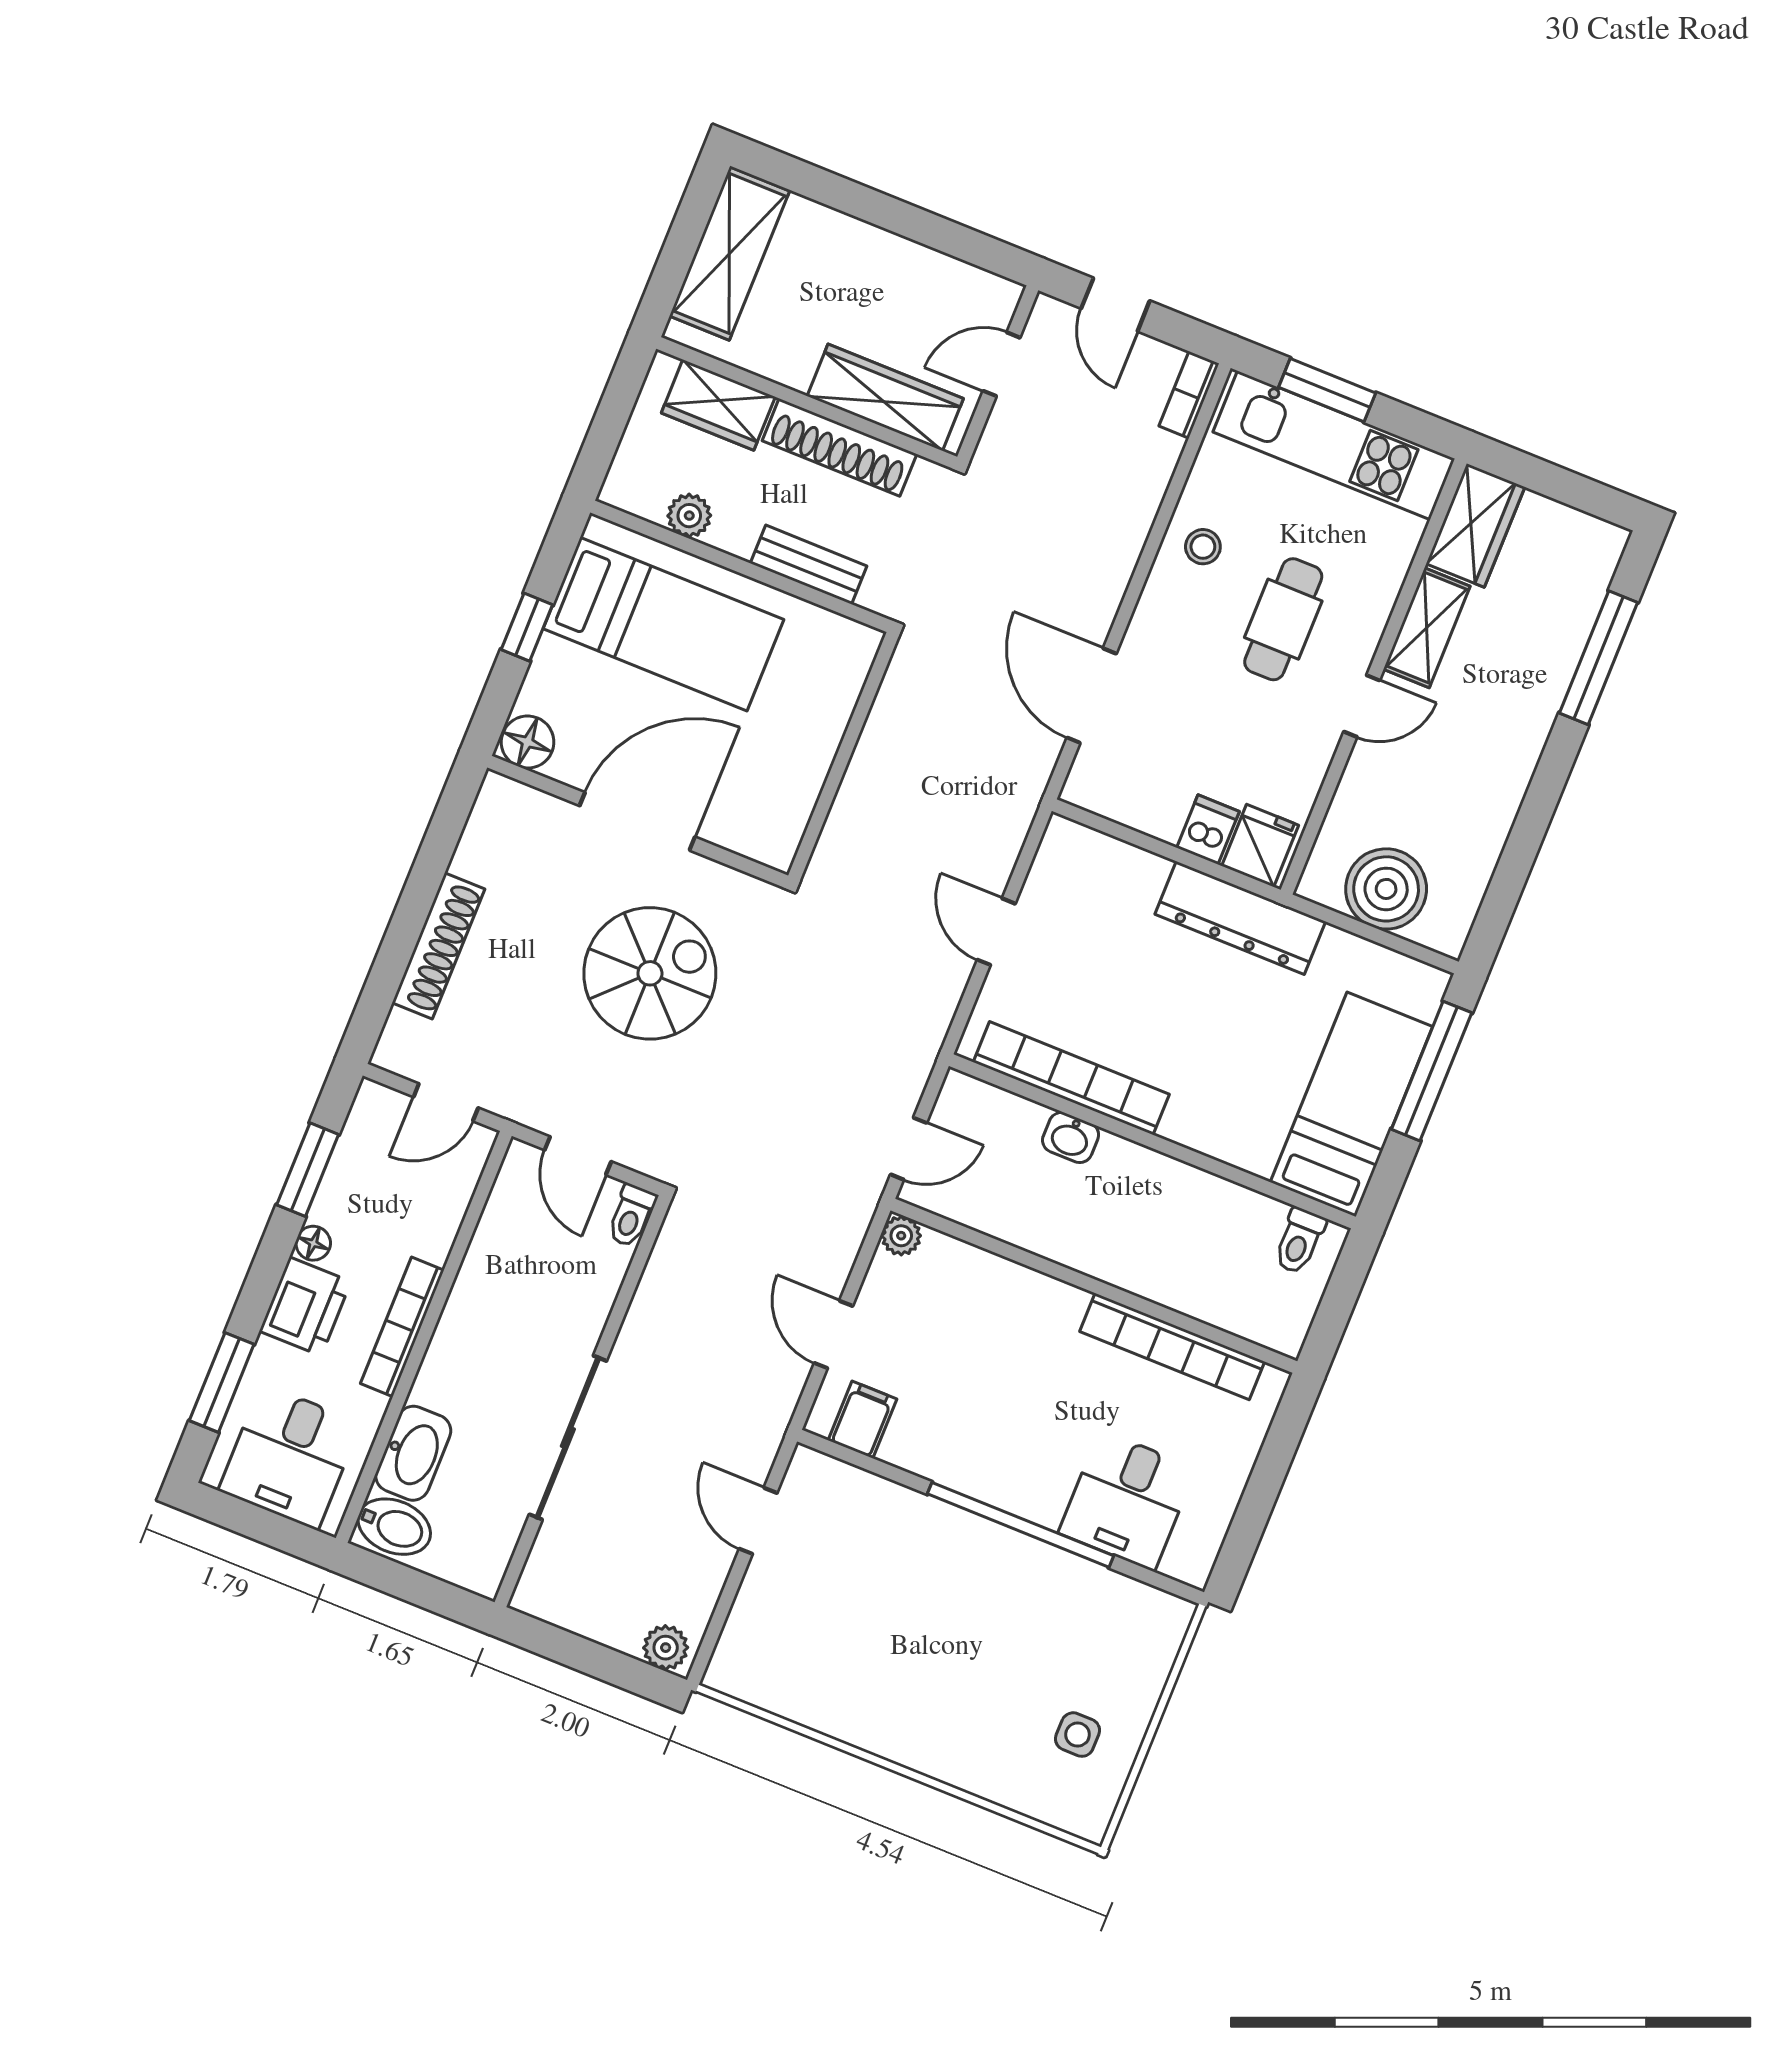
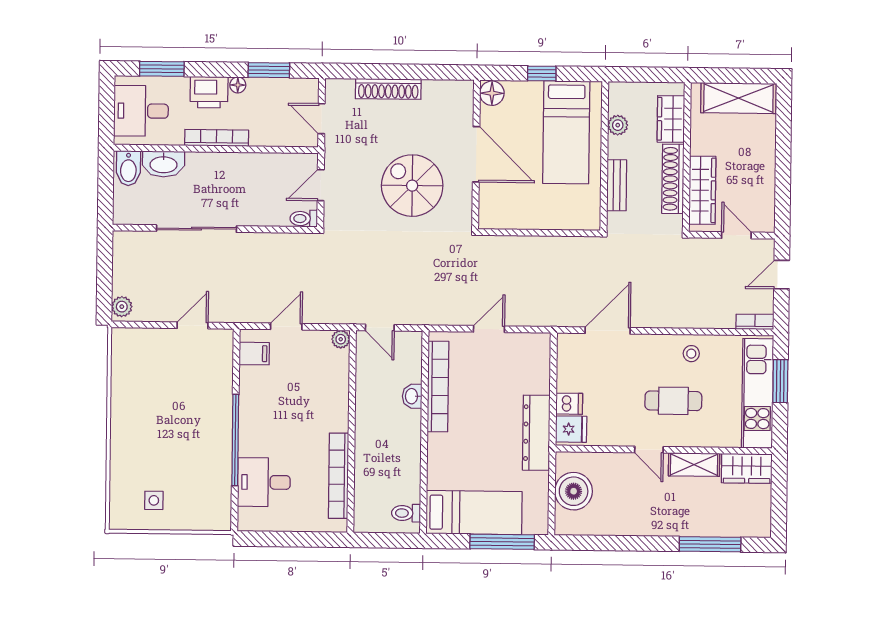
spiral stairs: (650, 973) -> (412, 186), turned 180

